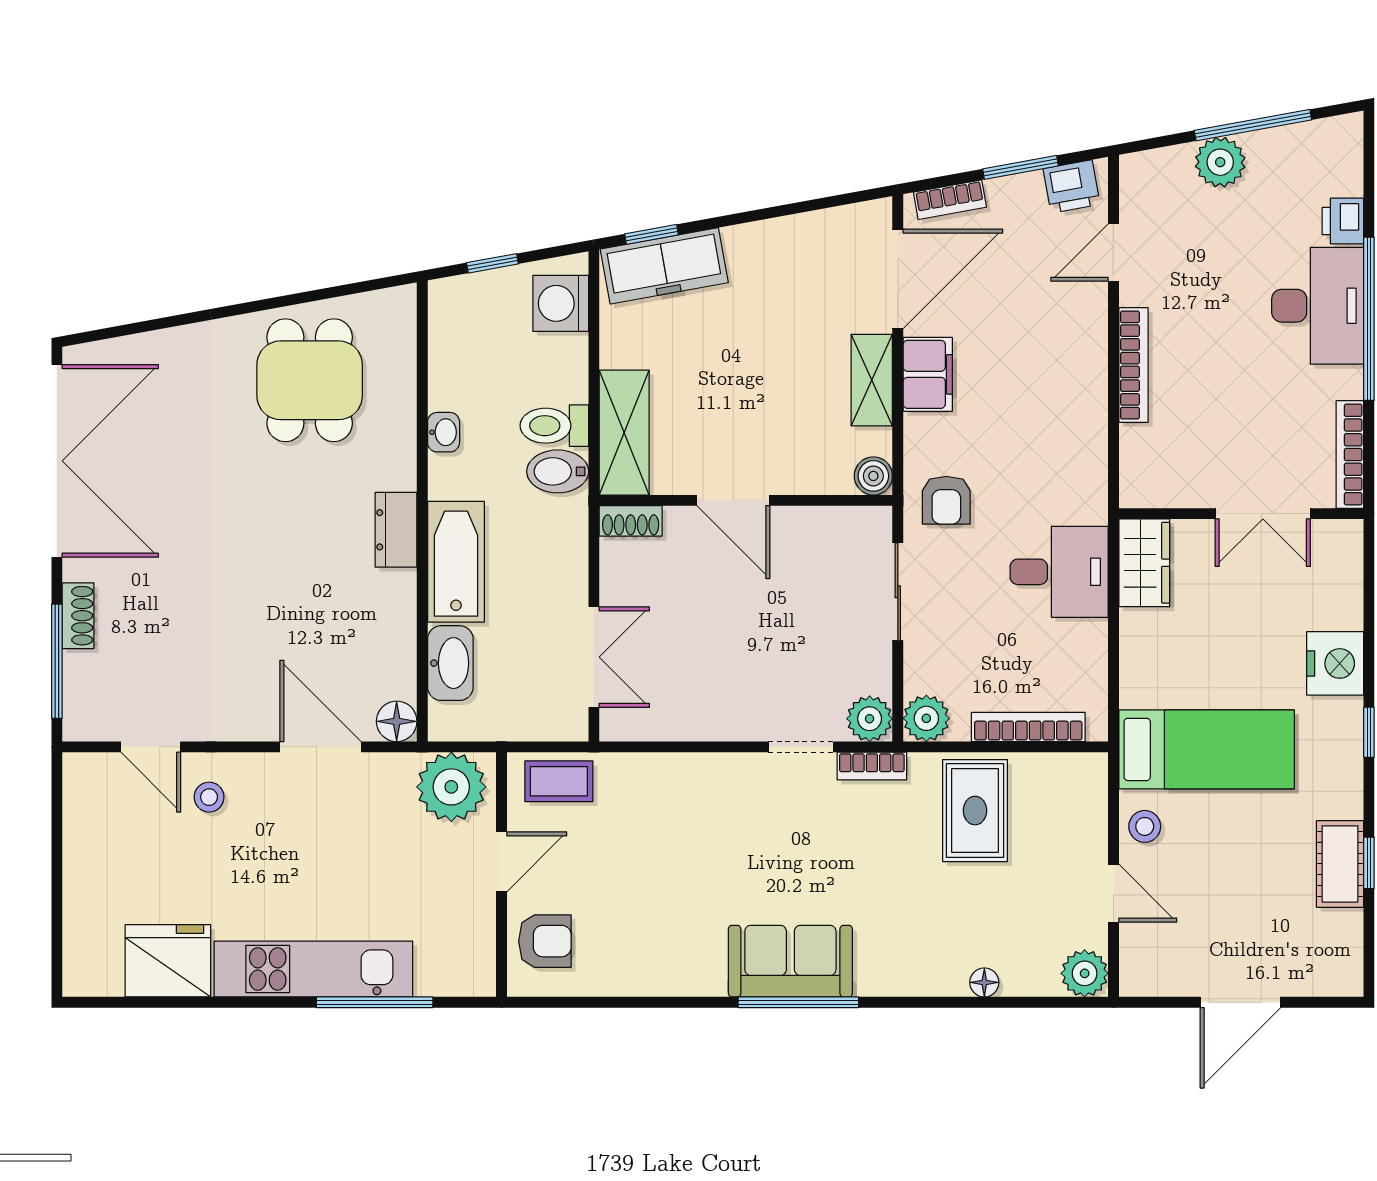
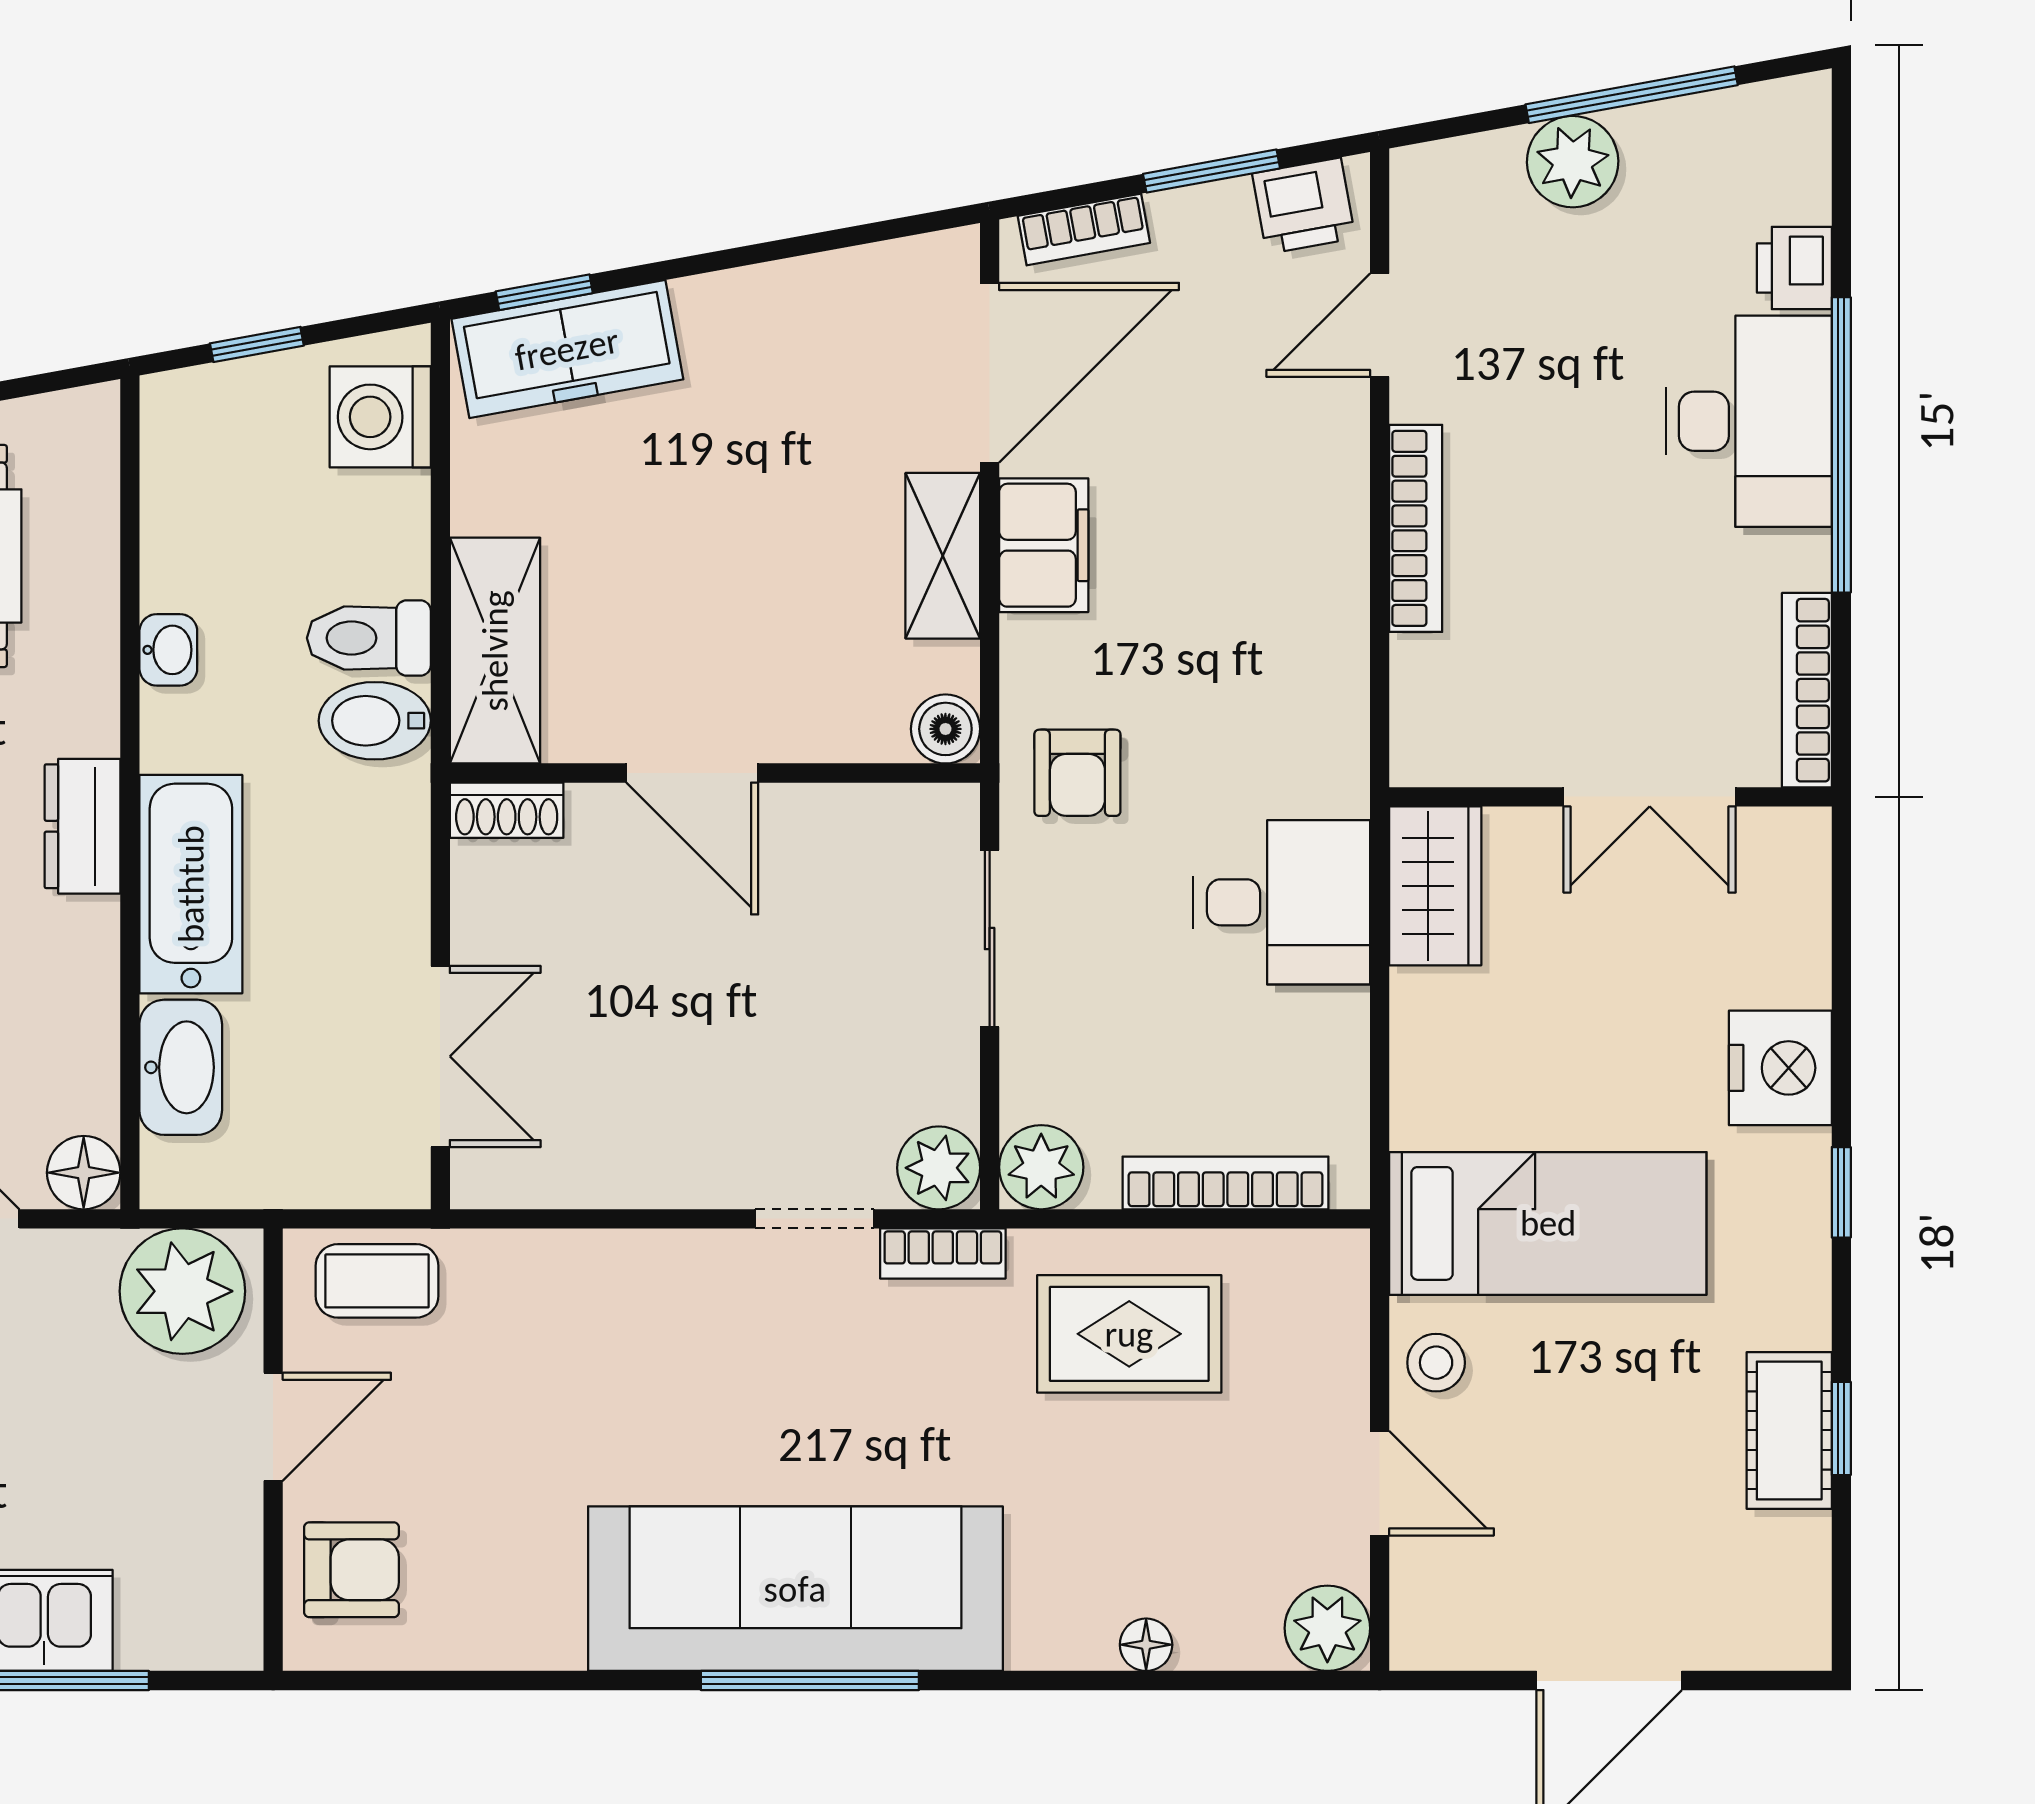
rug: (975, 811) -> (1129, 1334), turned 90
sofa: (790, 961) -> (795, 1589), width x1.85, depth x1.27

